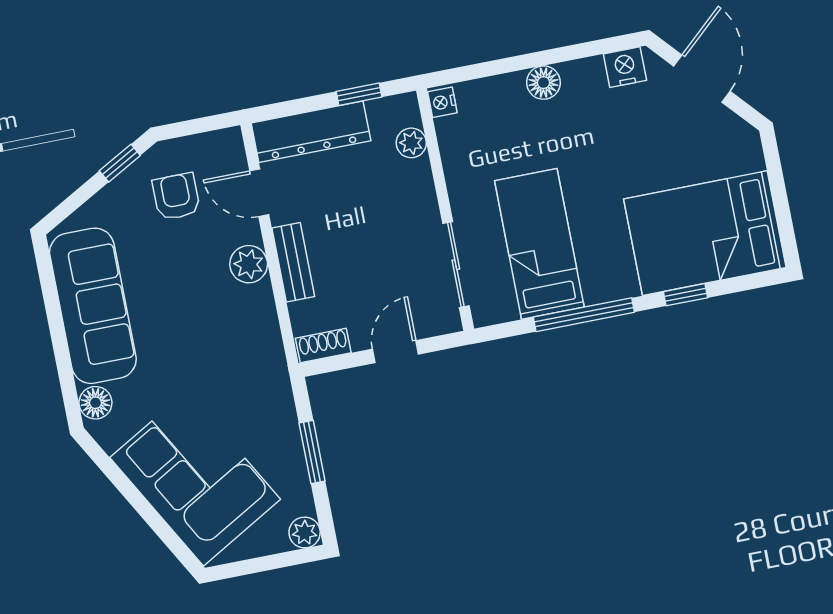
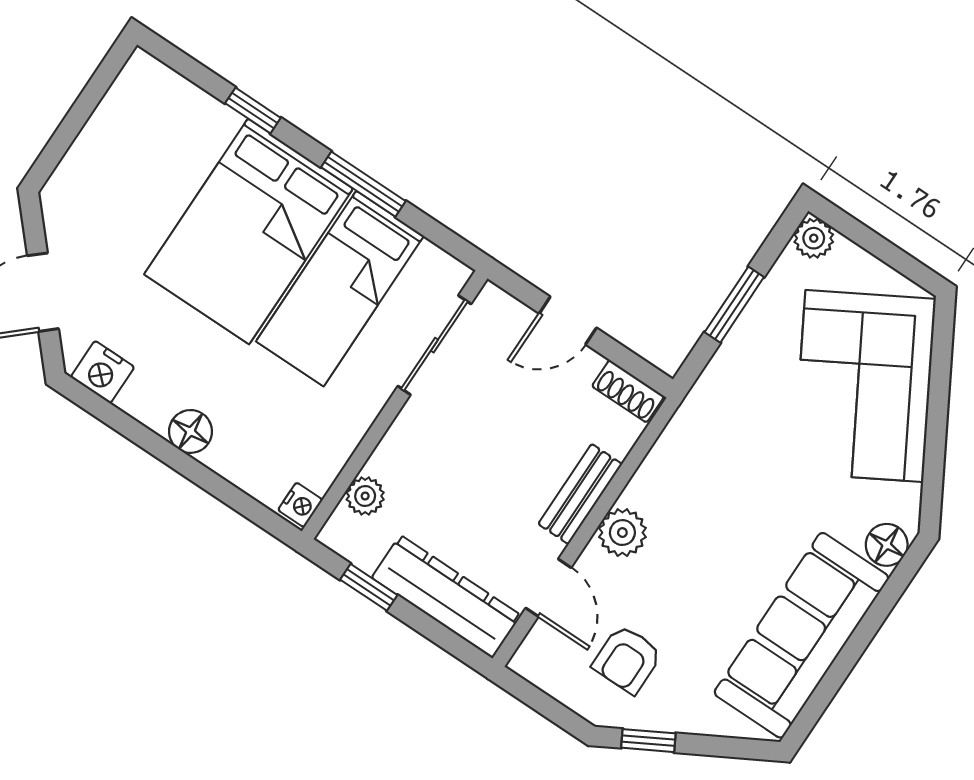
bed: (705, 233) -> (249, 231), moved, turned 90
window: (584, 315) -> (363, 184), width x0.69

